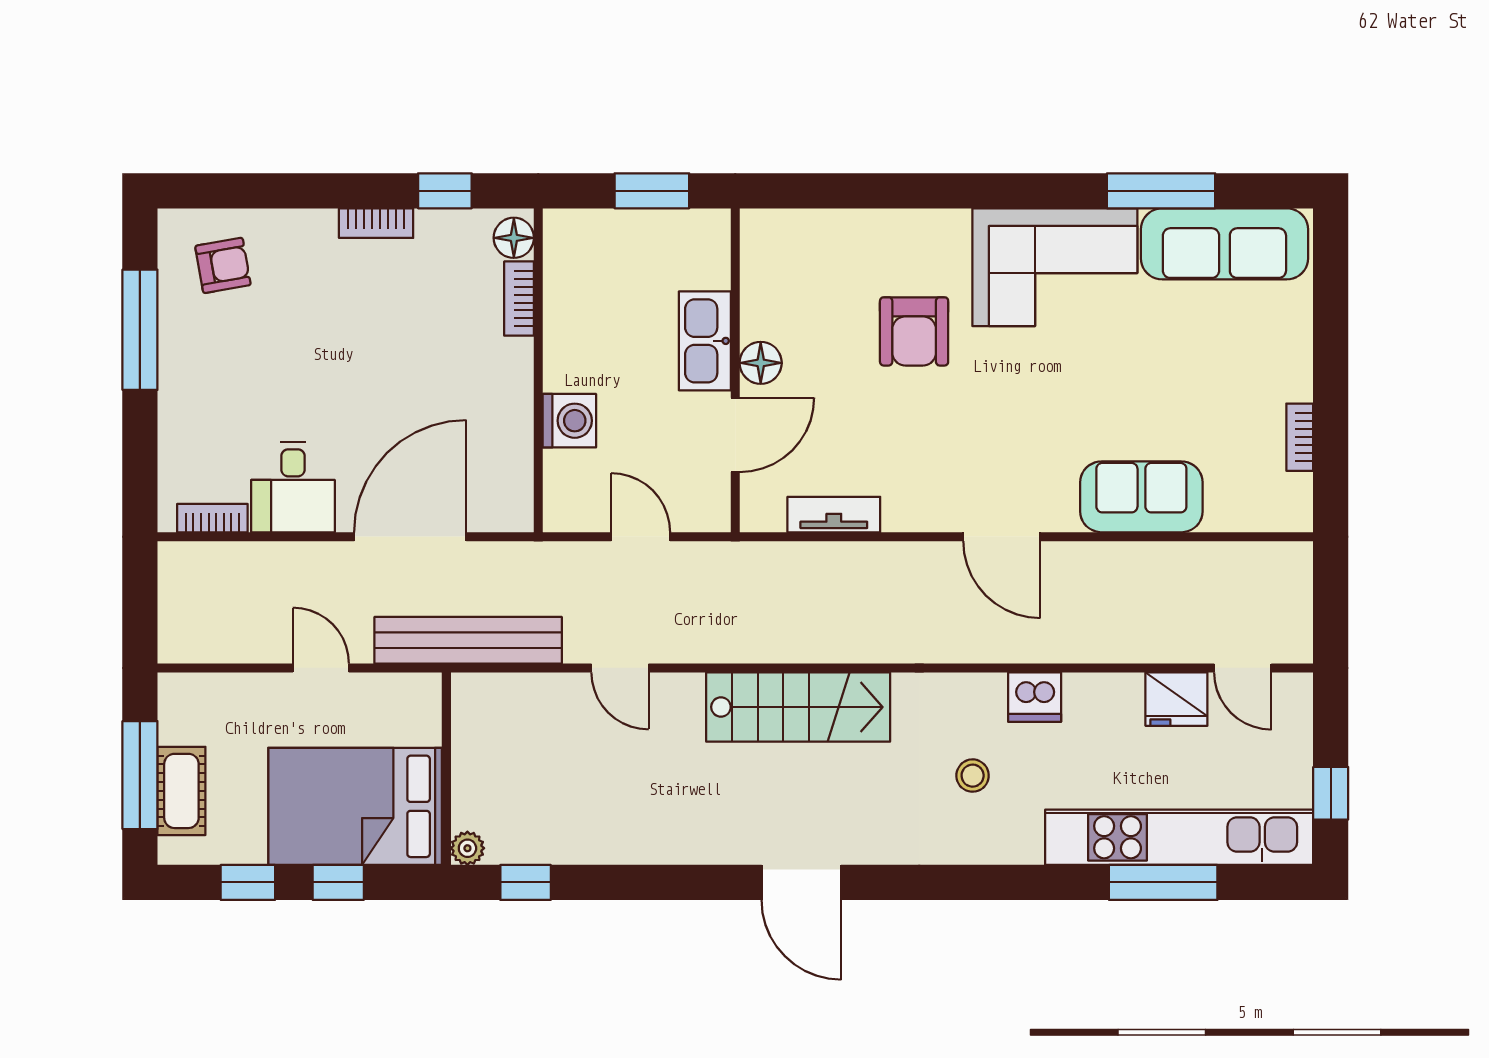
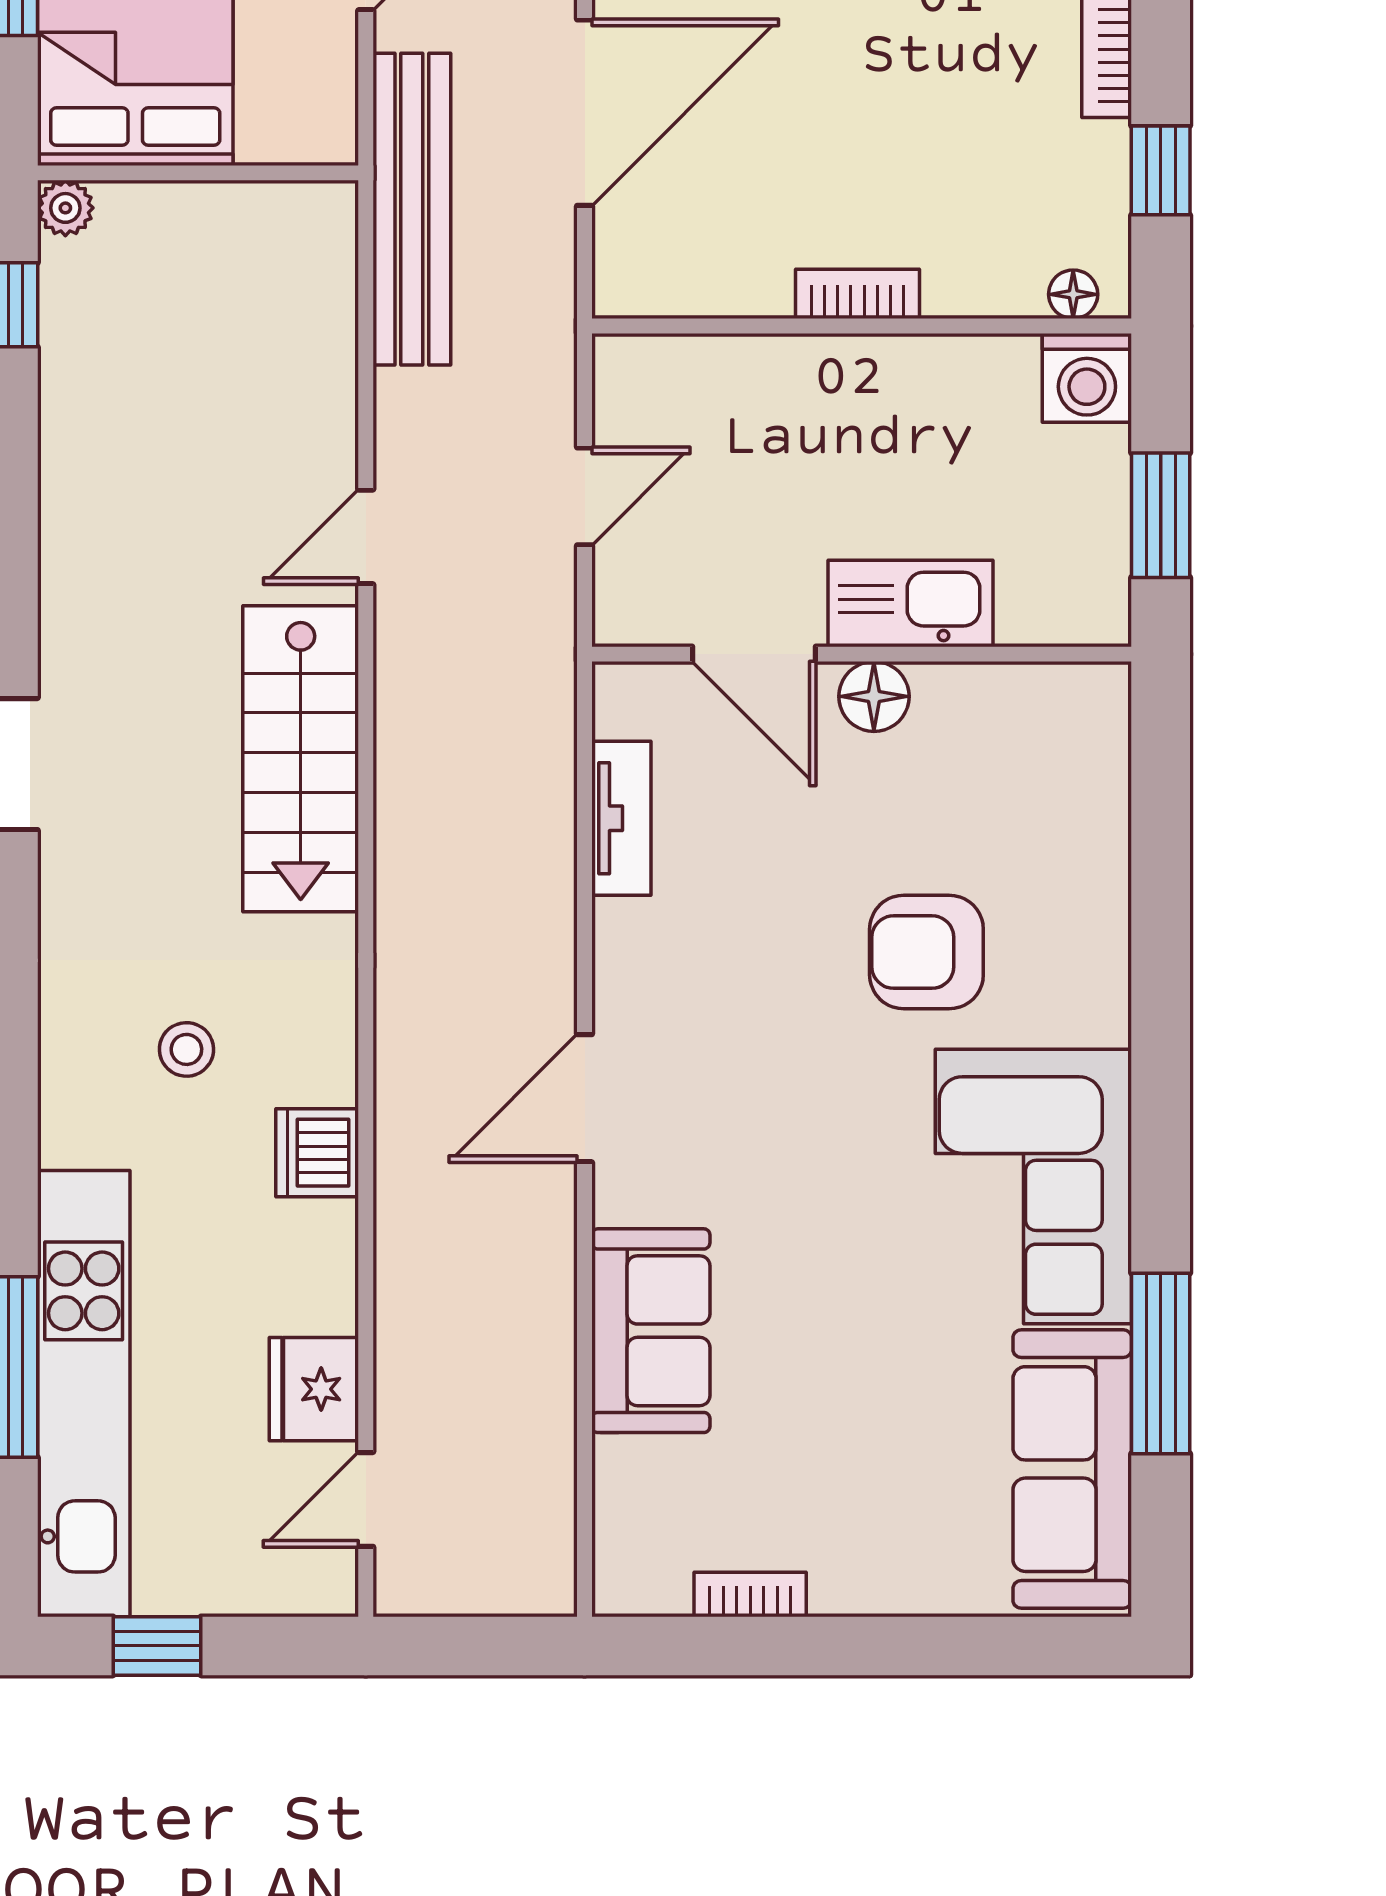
floor lamp: (514, 238) -> (1073, 294), width x0.73, depth x0.73
bookcase: (519, 299) -> (858, 294), moved
washing machine: (569, 421) -> (1087, 378), moved
door: (410, 537) -> (585, 113), hinge flipped
door: (620, 668) -> (366, 537), moved

